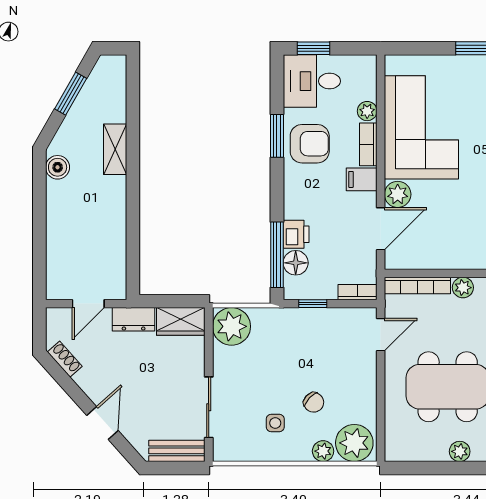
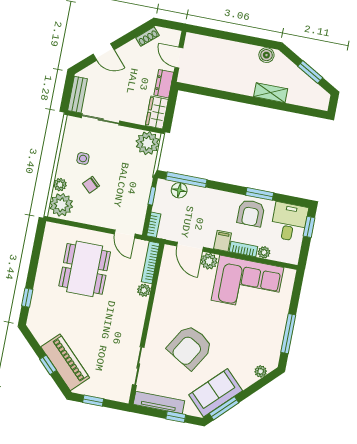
printer: (296, 234) -> (197, 194), removed
plant: (460, 451) -> (43, 269), removed

